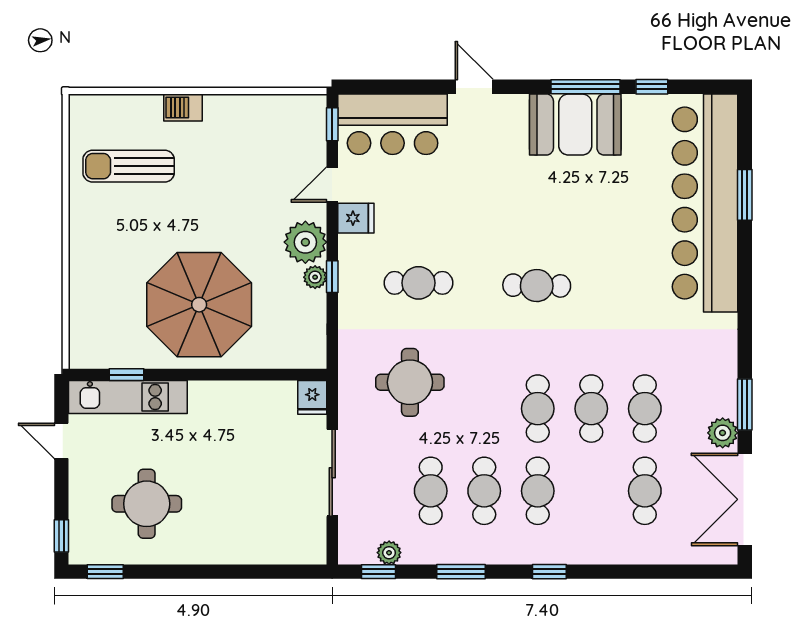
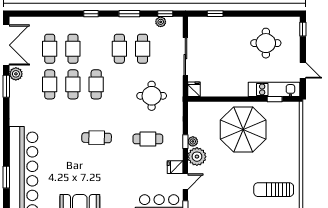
sun lounger: (129, 166) -> (274, 190), turned 180
cafe table: (538, 491) -> (73, 49), moved
window: (105, 572) -> (215, 14), moved

